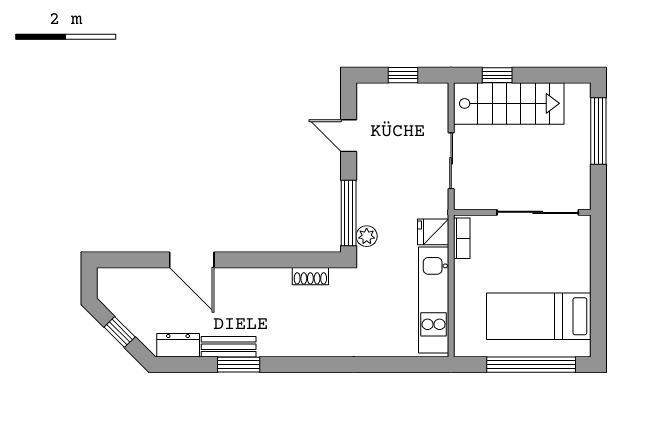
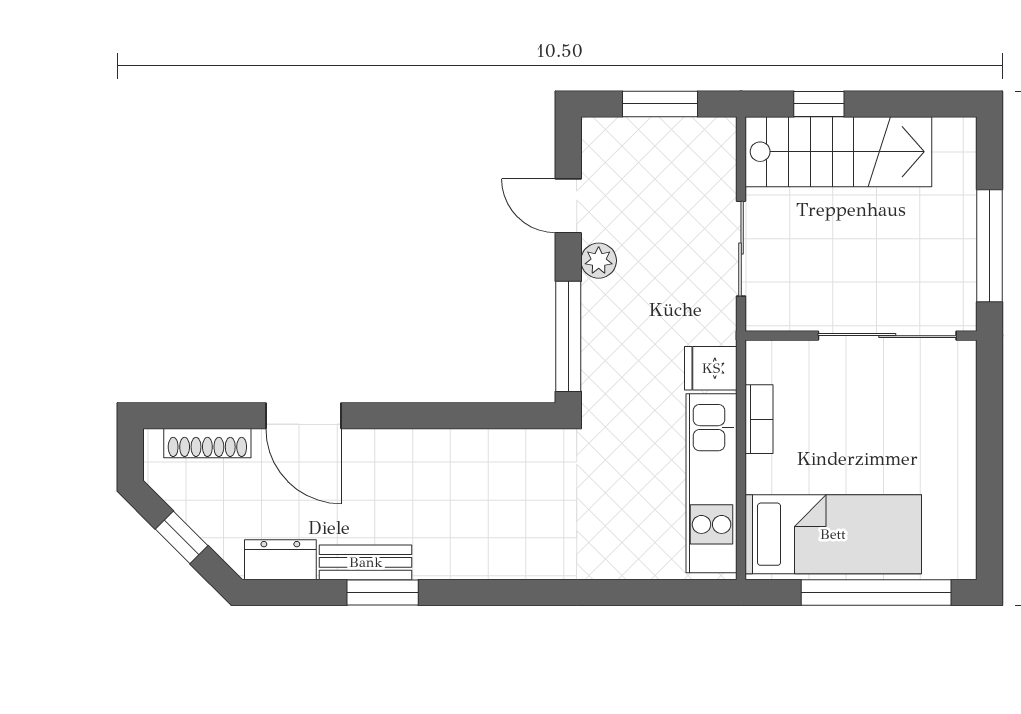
window: (403, 75) -> (660, 104), width x1.50
window: (598, 131) -> (990, 246), moved
plant: (367, 236) -> (599, 261), moved
bookcase: (462, 238) -> (759, 419), moved
shoe rack: (310, 276) -> (207, 443), moved, width x1.43
bed: (539, 316) -> (833, 534), moved, turned 180

